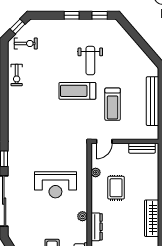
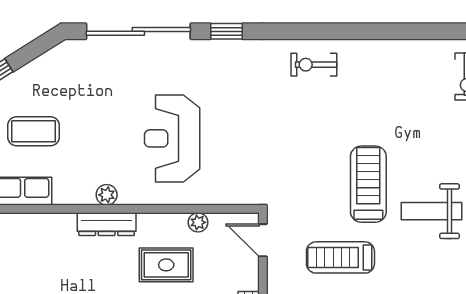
exercise bike: (17, 75) -> (314, 65), moved
dresser: (97, 227) -> (107, 224), moved

